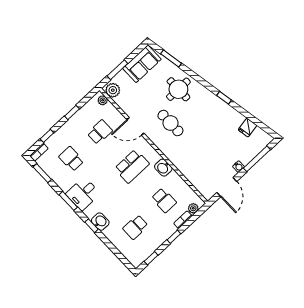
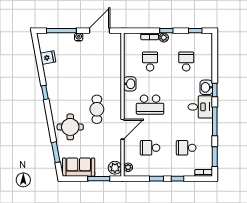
door: (135, 126) -> (123, 129), hinge flipped
window: (47, 136) -> (178, 179), moved
school desk: (71, 159) -> (186, 148), turned 90
school desk: (132, 166) -> (150, 105), turned 180
desk: (83, 194) -> (200, 107), moved
window: (68, 201) -> (215, 121), width x1.44
plant: (193, 208) -> (164, 38), moved
school desk: (135, 227) -> (186, 61), turned -90

